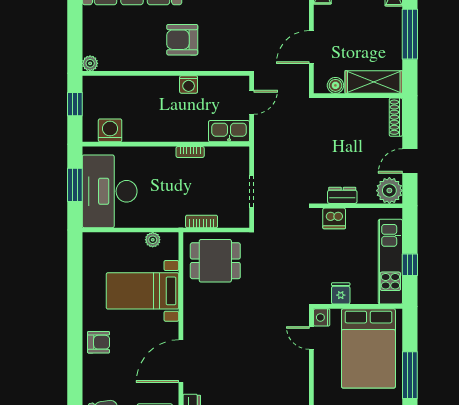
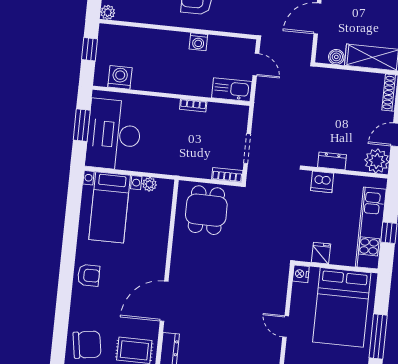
door: (252, 102) -> (256, 65), hinge flipped
bookcase: (202, 221) -> (227, 175), moved
dining table: (215, 261) -> (206, 210), turned 90
bed with nightstands: (142, 291) -> (110, 207), moved, turned -90
door: (311, 338) -> (286, 326), moved

